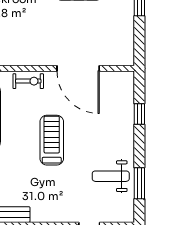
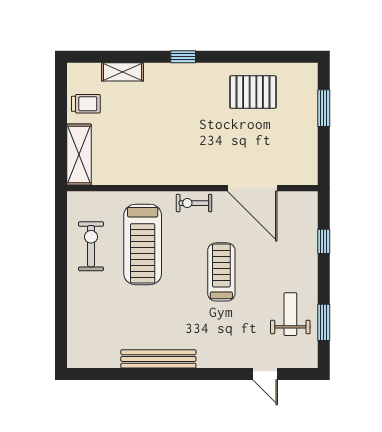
exercise bike: (28, 81) -> (194, 203), turned 180
weight bench: (111, 176) -> (290, 314), turned 90

